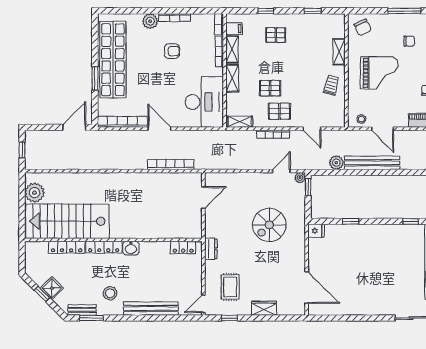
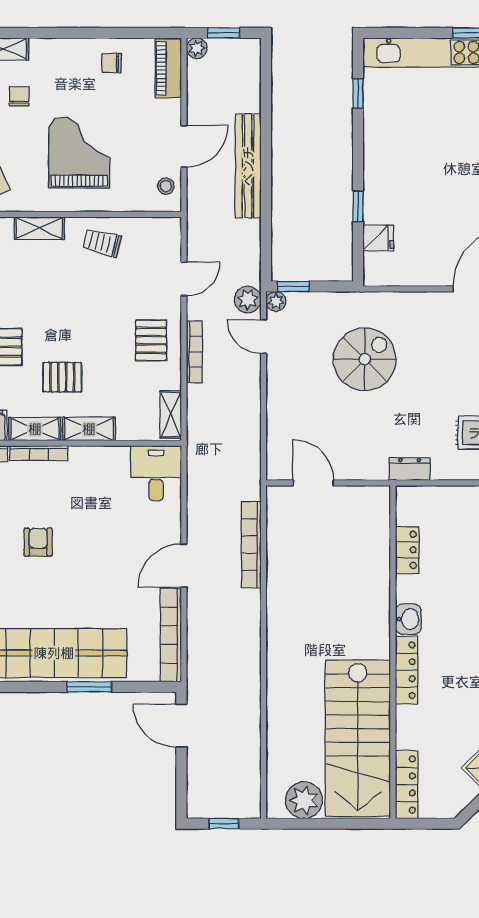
pallet: (270, 88) -> (62, 377), moved, turned 90
desk: (204, 102) -> (156, 473), width x0.53, depth x0.77
plant: (336, 163) -> (248, 299), moved
spiral stairs: (269, 225) -> (365, 359), turned -90
fridge: (316, 231) -> (378, 238), moved, turned 90
locker: (67, 247) -> (407, 785), moved
locker: (183, 248) -> (407, 550), moved

